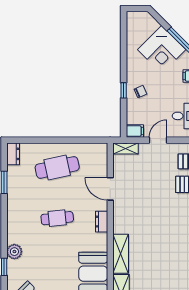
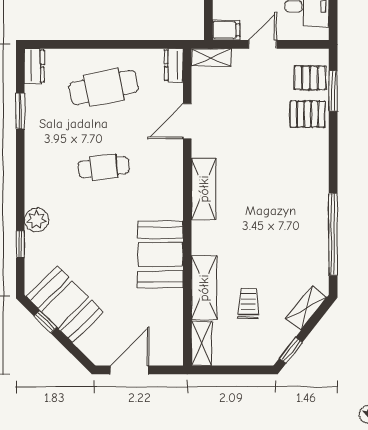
door: (110, 189) -> (187, 121), hinge flipped
dresser: (102, 222) -> (174, 65), moved
shelving: (121, 254) -> (204, 189), moved

